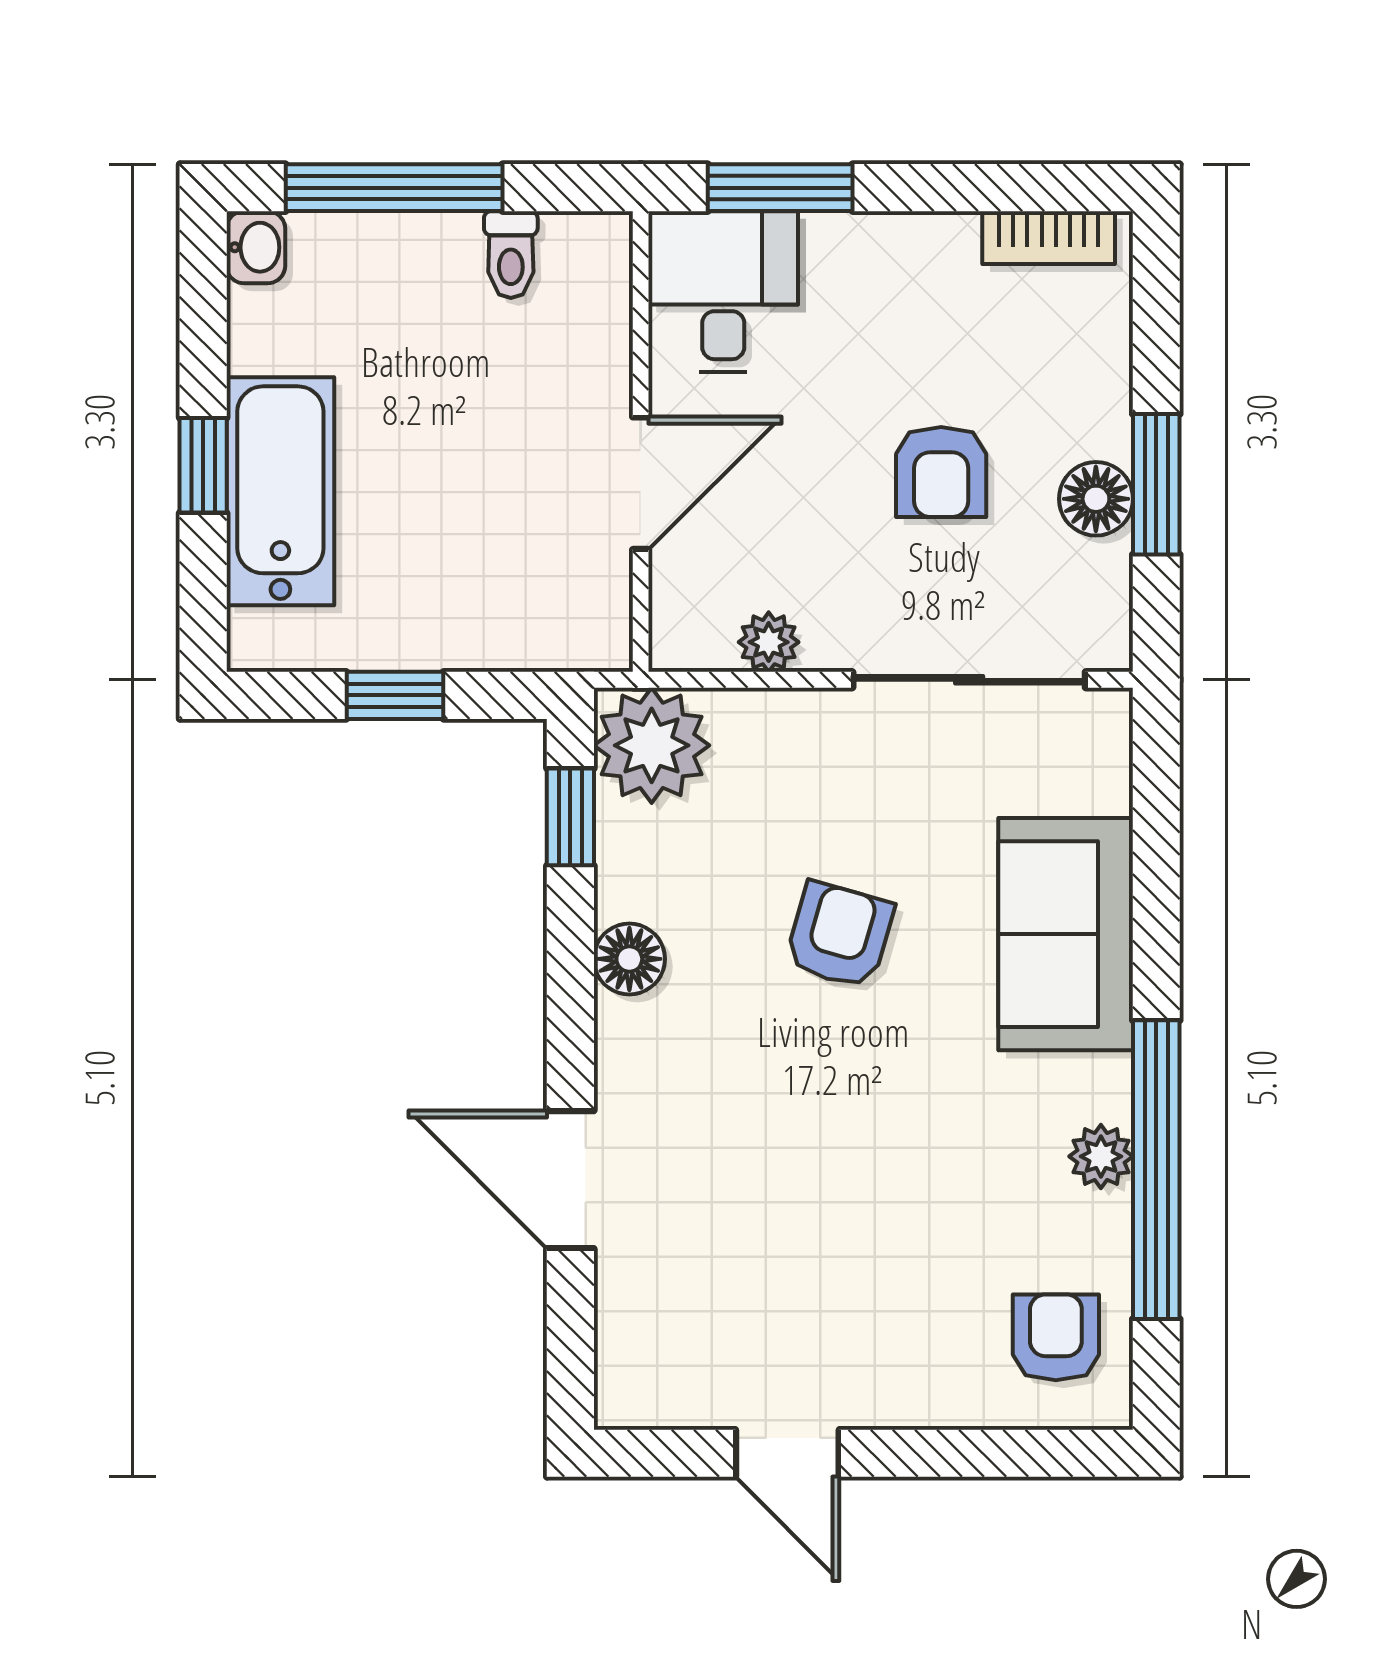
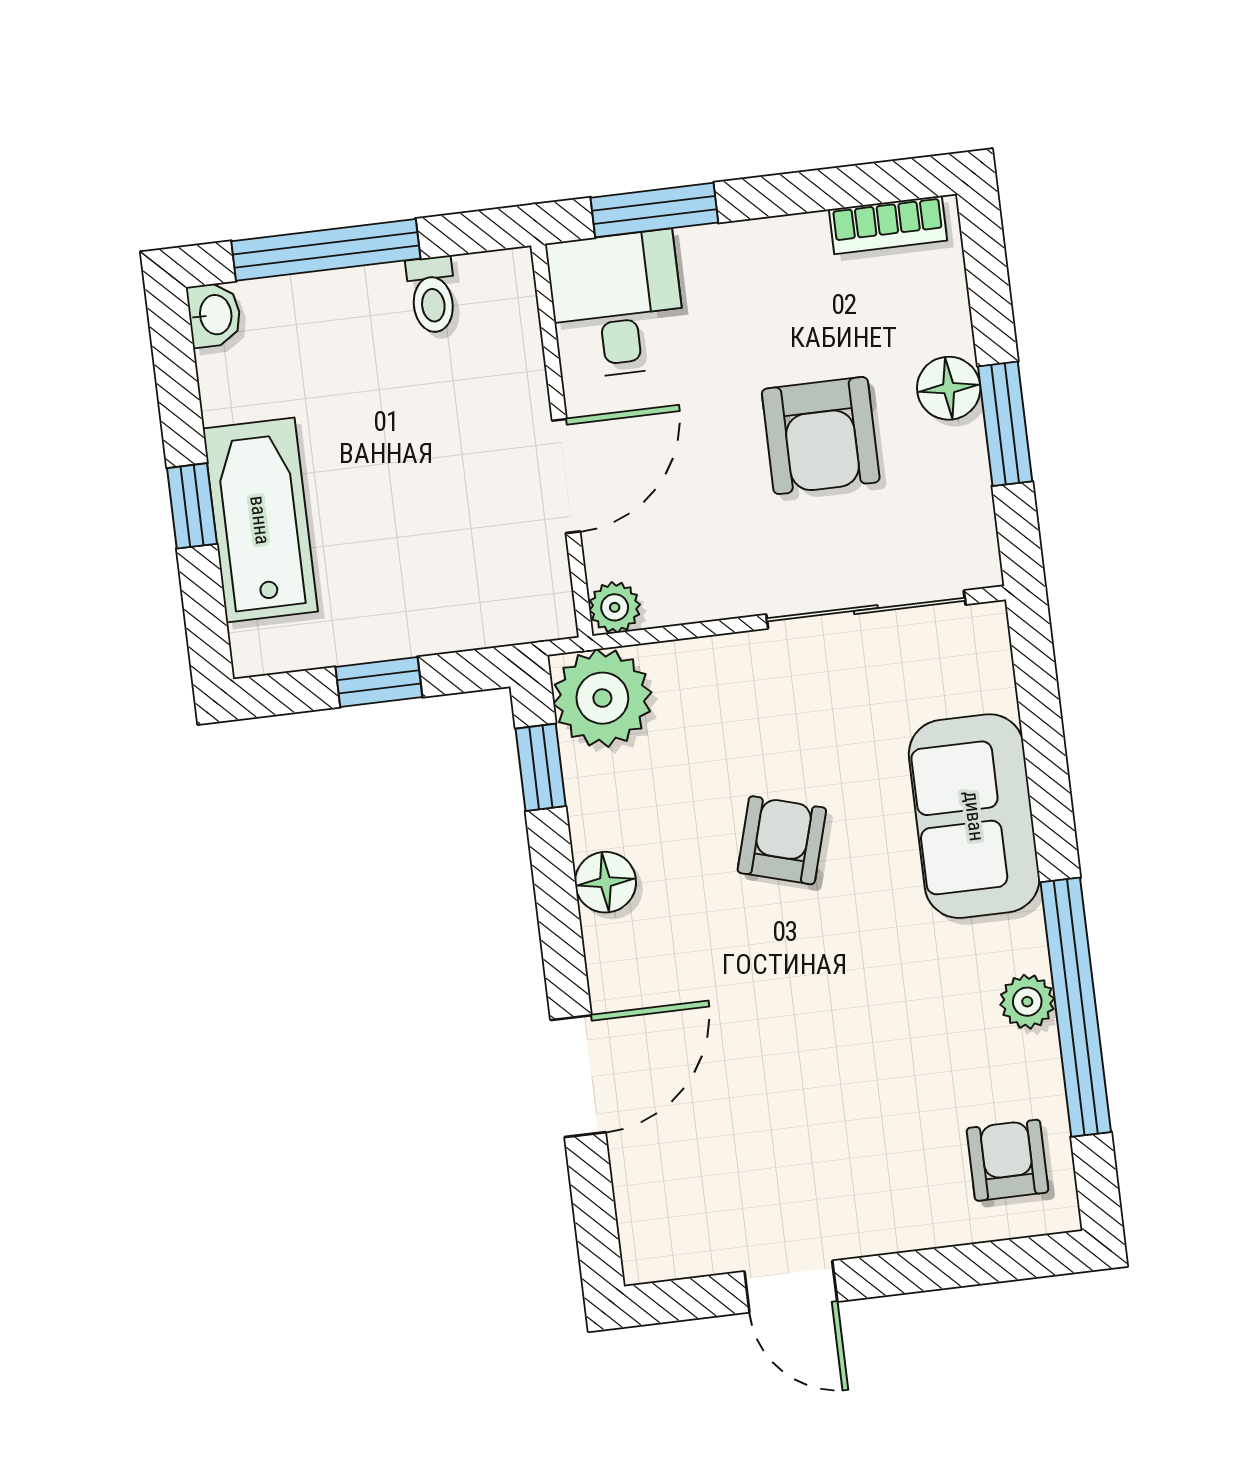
armchair: (941, 472) -> (821, 436), width x1.38, depth x1.38
floor lamp: (1096, 499) -> (949, 388), moved
plant: (769, 642) -> (615, 607), moved
door: (570, 1180) -> (578, 1076), swing flipped

